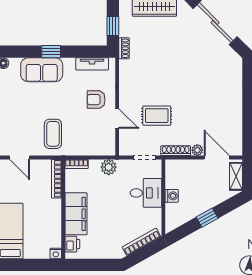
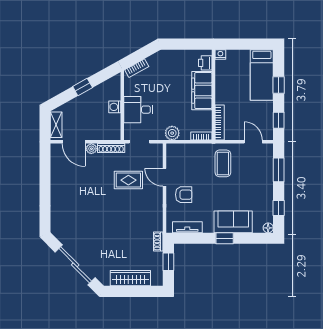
bookcase: (141, 242) -> (137, 68), width x0.64

